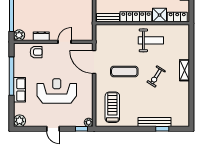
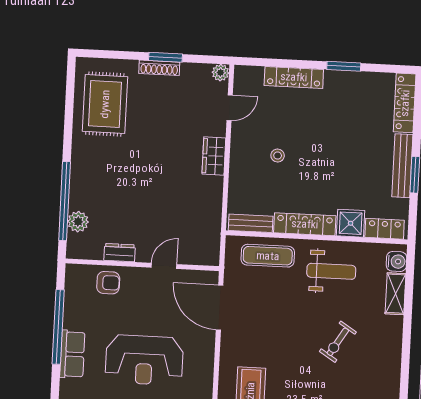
water cooler: (184, 34) -> (396, 261), added
plant: (19, 35) -> (78, 222), moved
shelving: (185, 70) -> (395, 294), moved
exercise mat: (124, 72) -> (268, 256), moved
reception desk: (57, 91) -> (144, 360), turned 180

